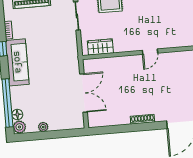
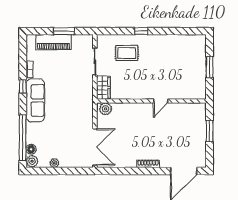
wardrobe: (100, 47) -> (103, 88), moved, turned 90
plant: (92, 65) -> (106, 109), added
double door: (84, 93) -> (95, 147), moved

